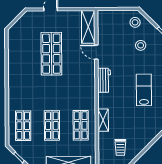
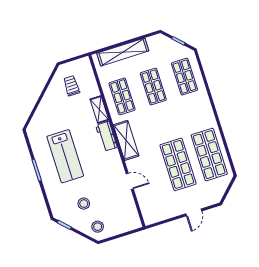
shelving: (88, 27) -> (126, 140), moved
shop shelf: (23, 54) -> (209, 155), added
workbench: (104, 80) -> (106, 136), moved
lab bench: (144, 90) -> (65, 156), width x1.36, depth x1.39

